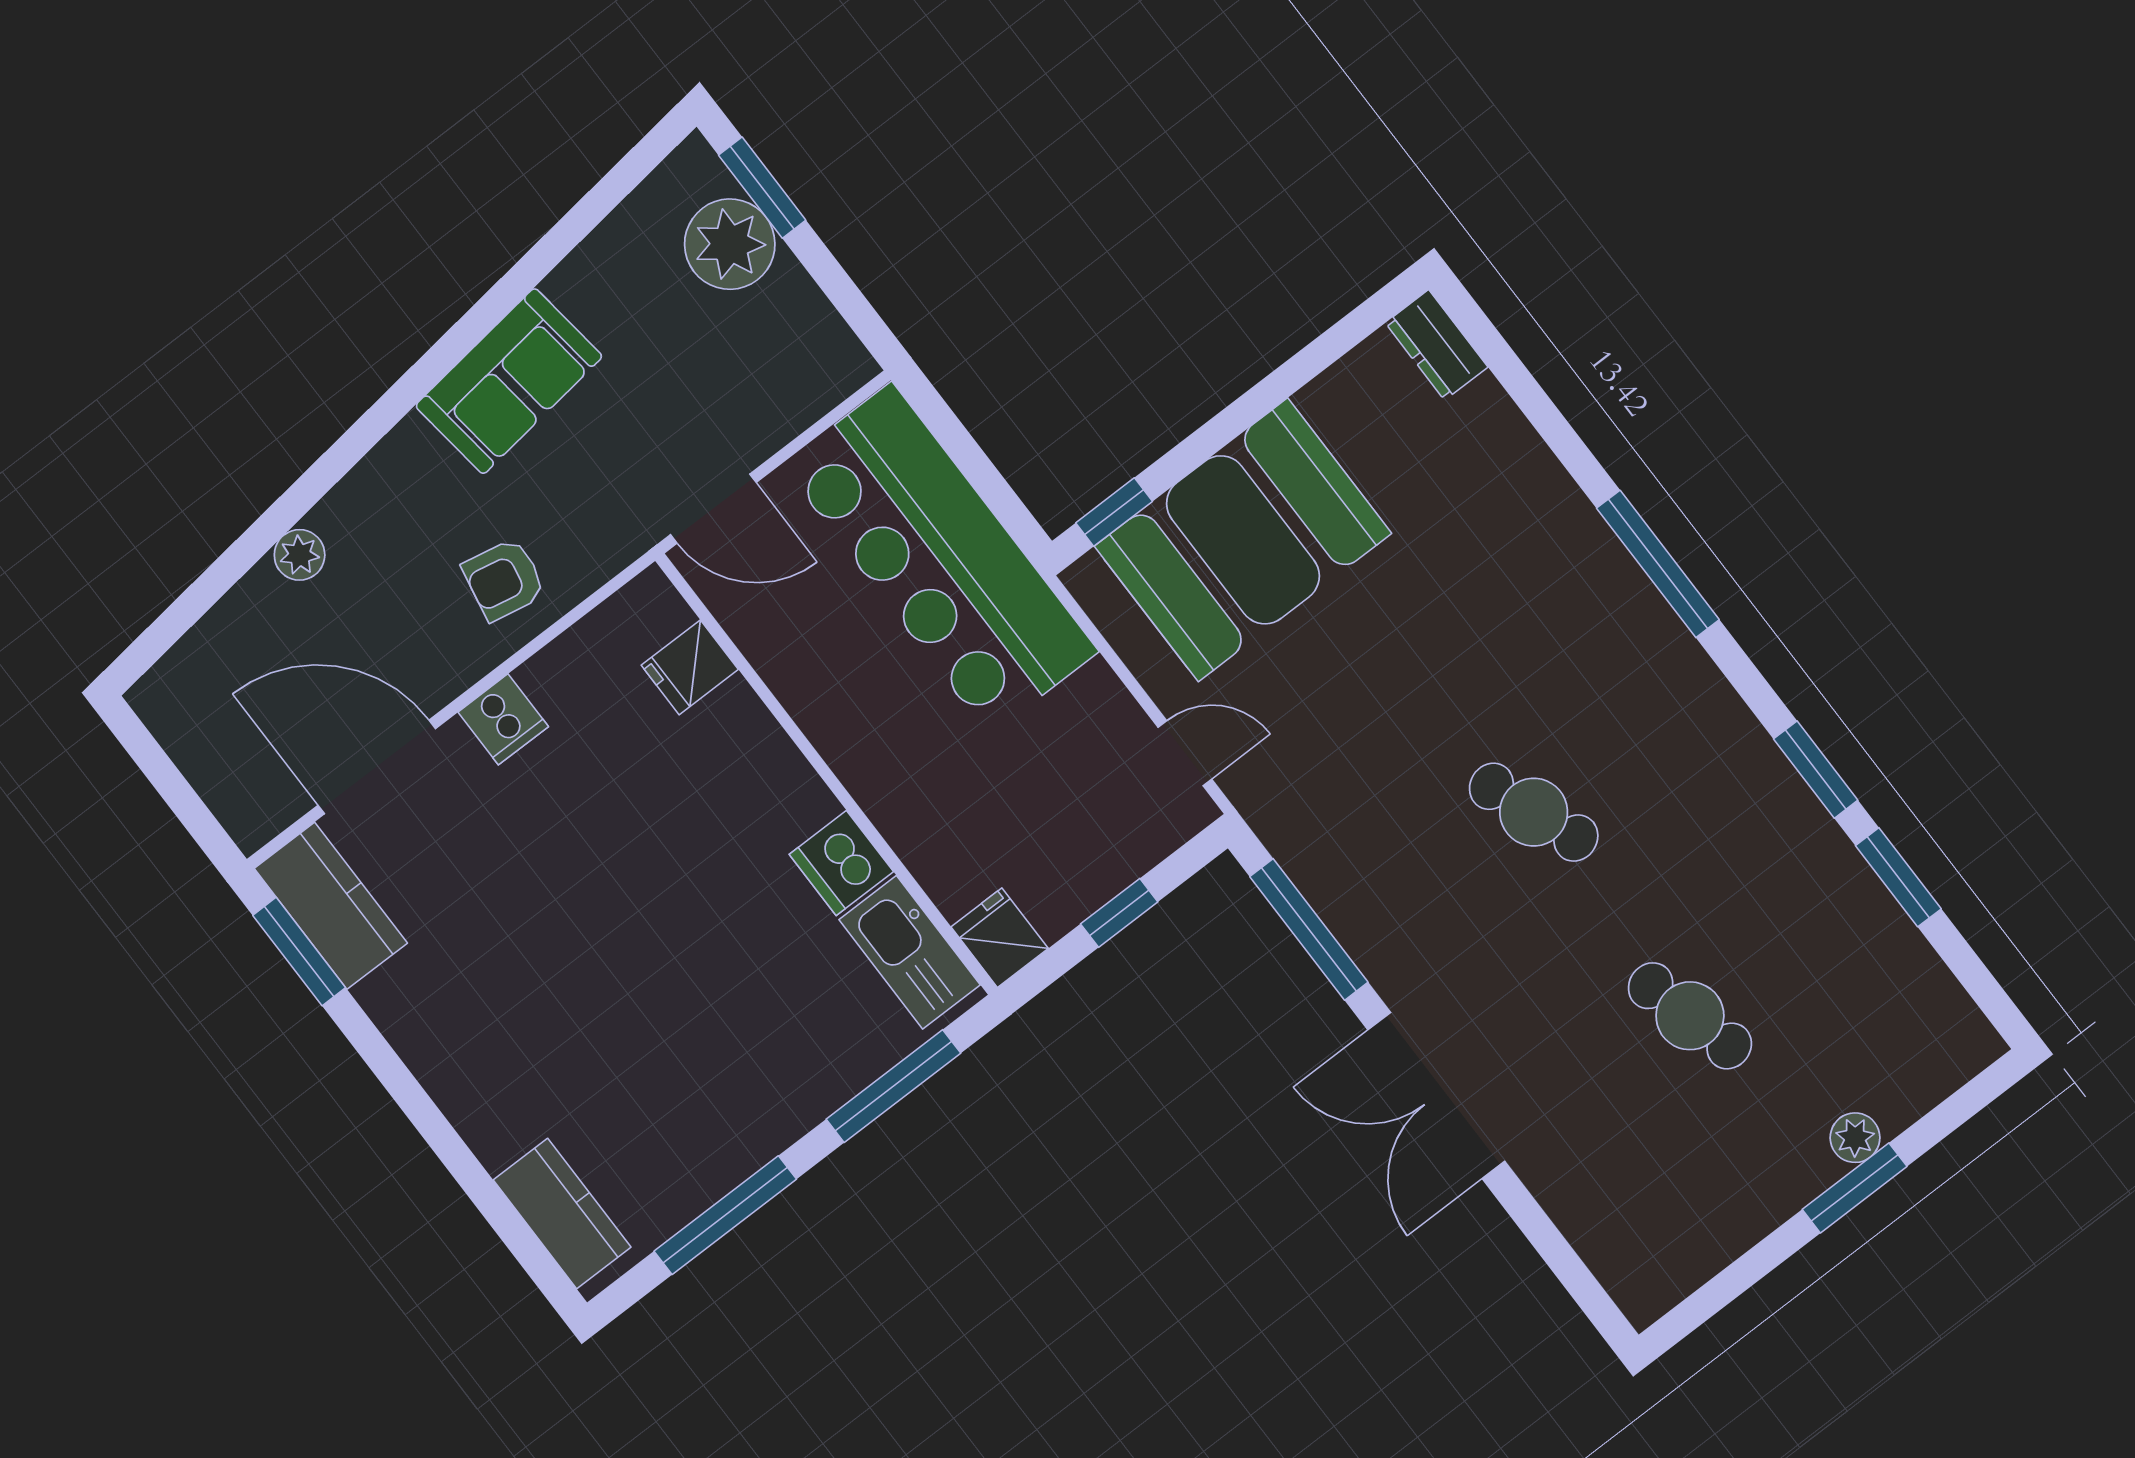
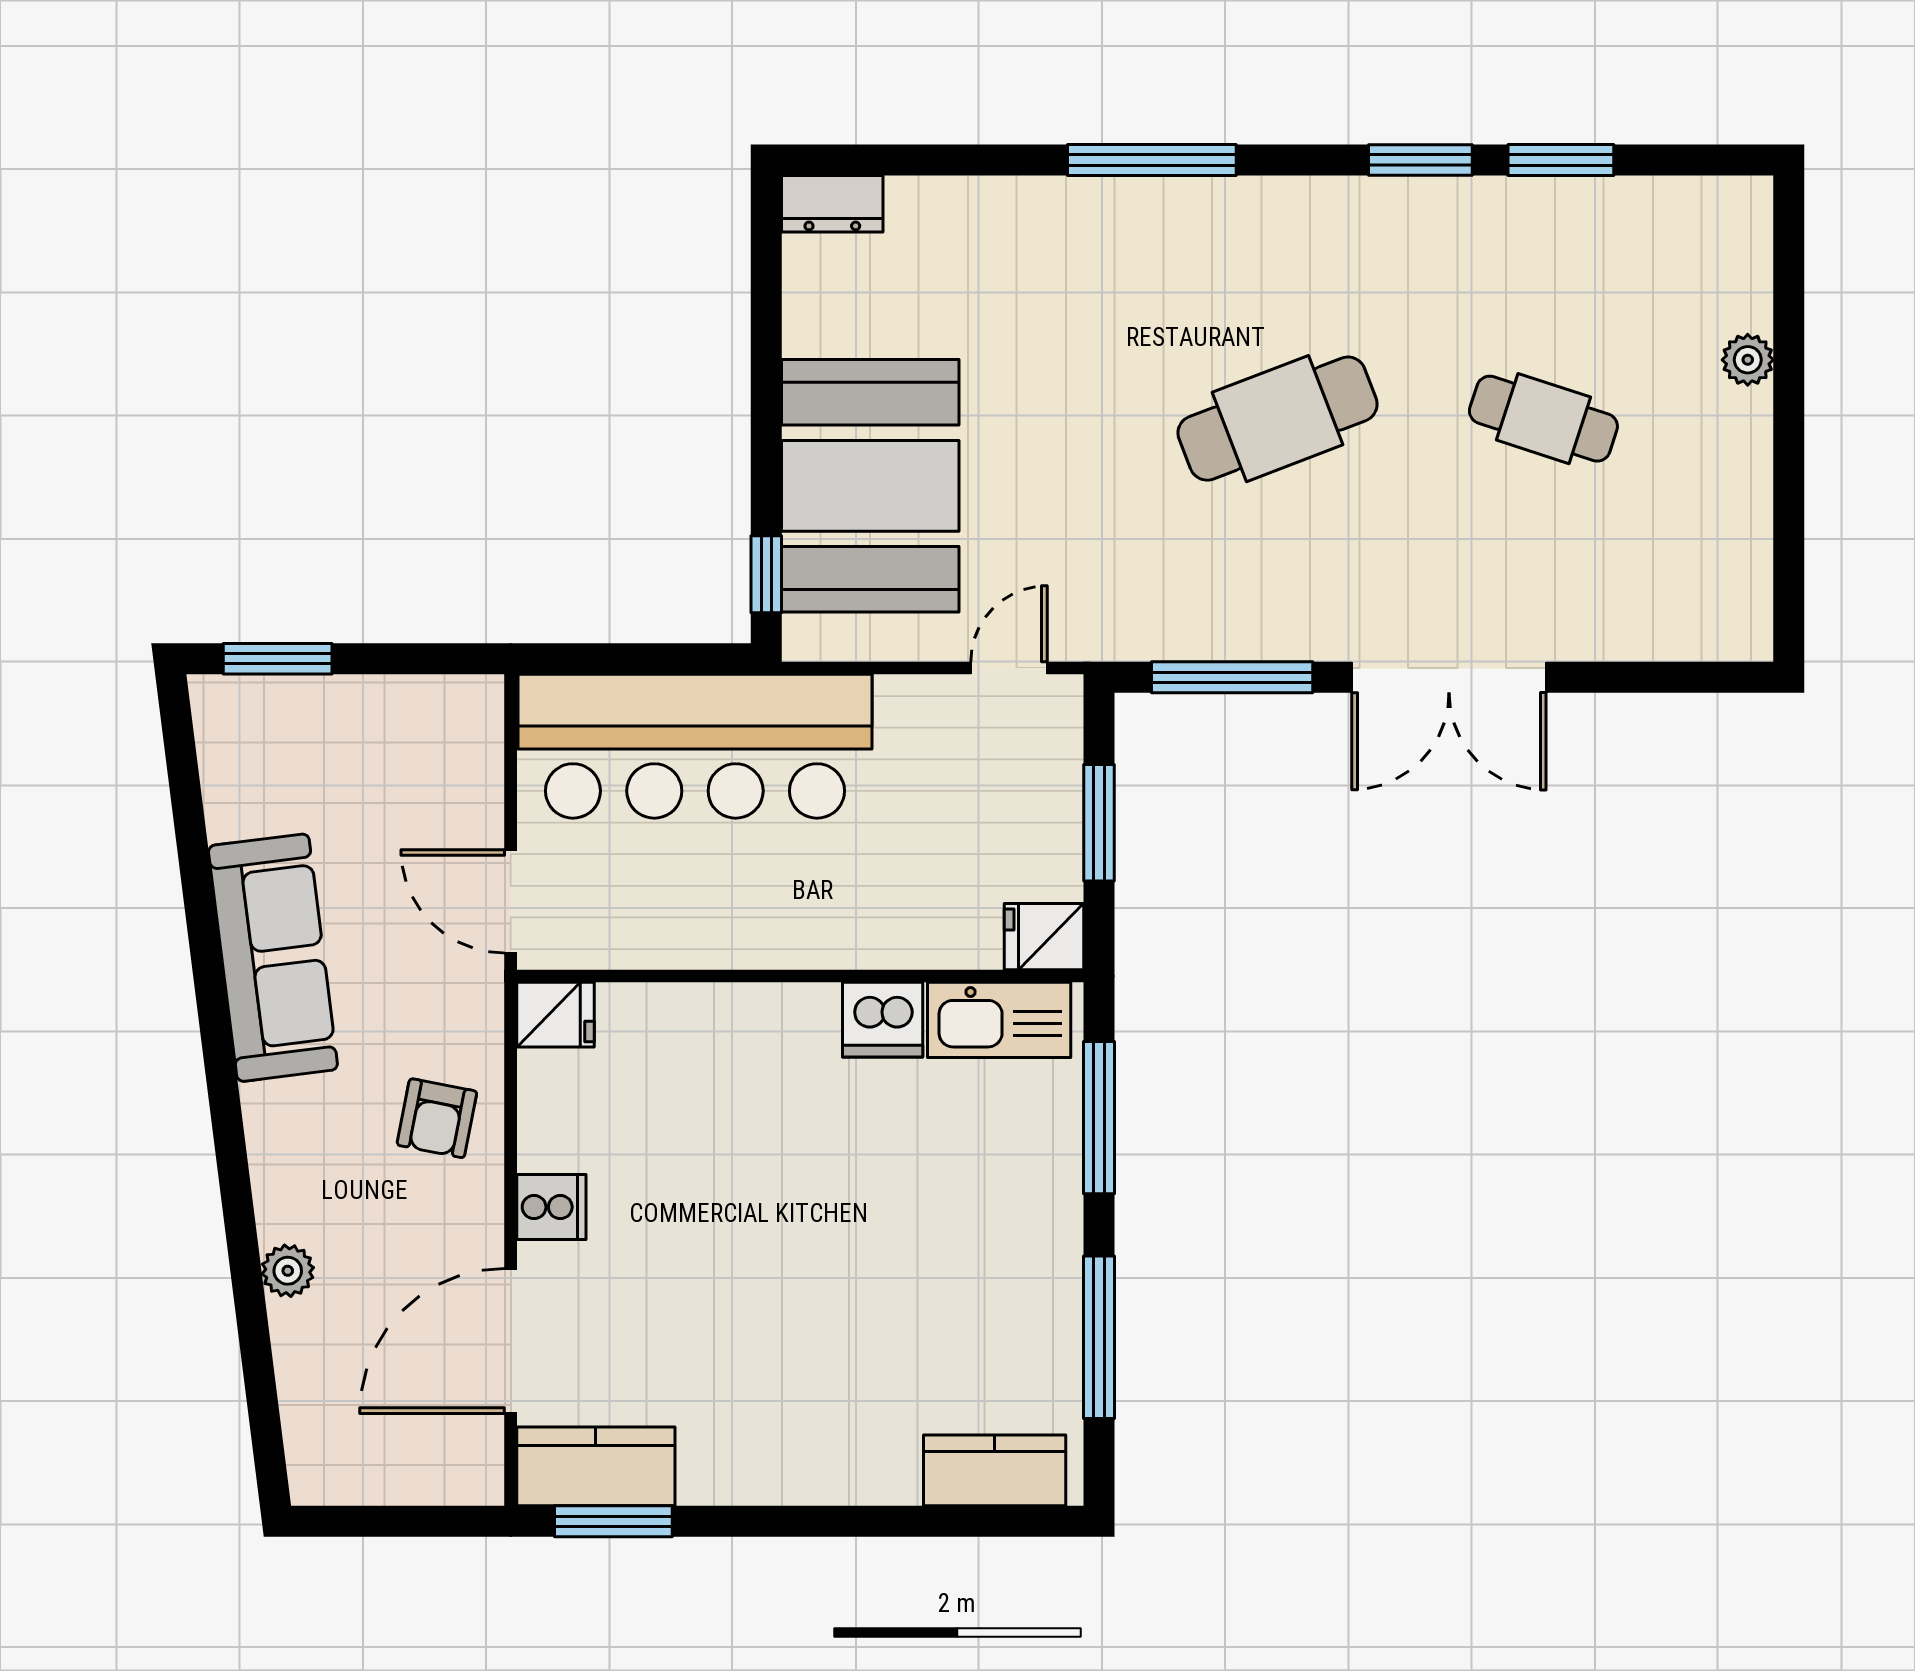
plant: (730, 244) -> (304, 721), removed
sofa: (509, 381) -> (273, 958), width x1.36
door: (713, 509) -> (511, 901), swing flipped
fridge: (690, 667) -> (556, 1015), moved, turned -90
cafe table: (1534, 812) -> (1278, 419), width x1.37, depth x1.35
window: (1119, 913) -> (1099, 823), width x1.50
cafe table: (1690, 1016) -> (1543, 419), turned 33
window: (1855, 1188) -> (1789, 392), removed

